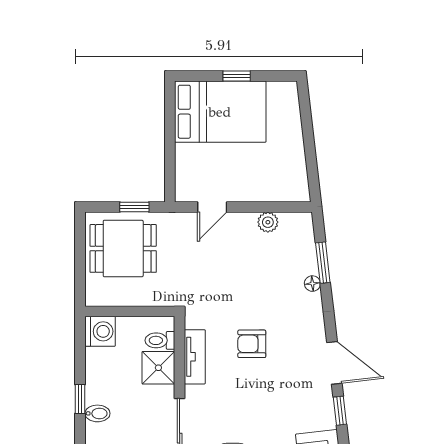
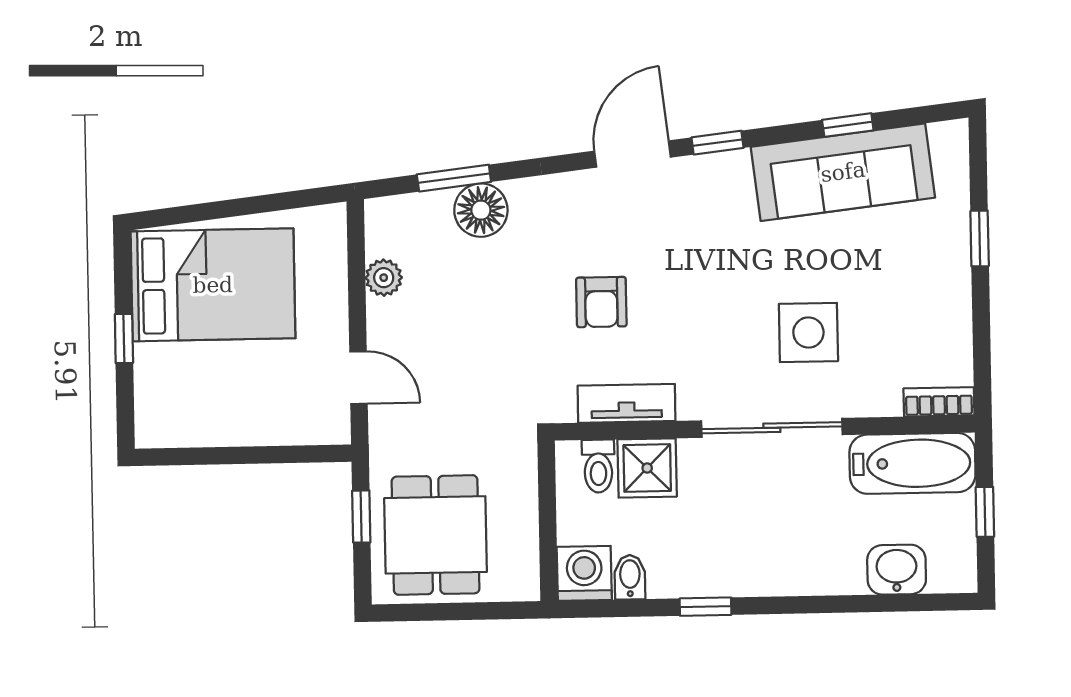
bed: (220, 112) -> (213, 285), moved, turned 90
floor lamp: (312, 284) -> (481, 210), width x1.89, depth x1.89
bidet: (97, 413) -> (630, 577), moved

